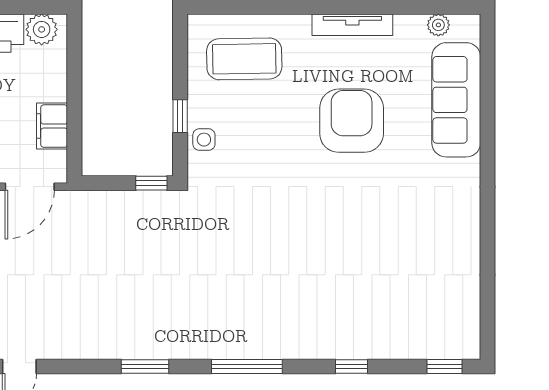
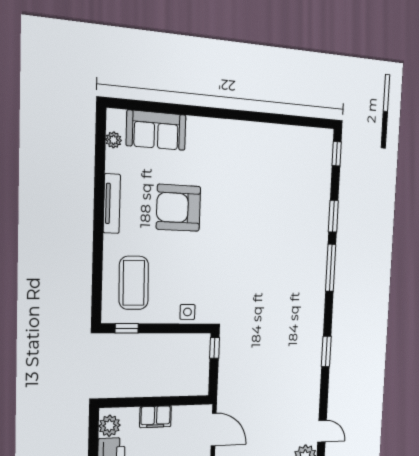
sofa: (456, 100) -> (156, 130), width x0.73
window: (180, 116) -> (127, 328), moved
filing cabinet: (52, 126) -> (156, 417), moved
window: (247, 367) -> (331, 268), moved
window: (351, 367) -> (333, 216), width x1.50

